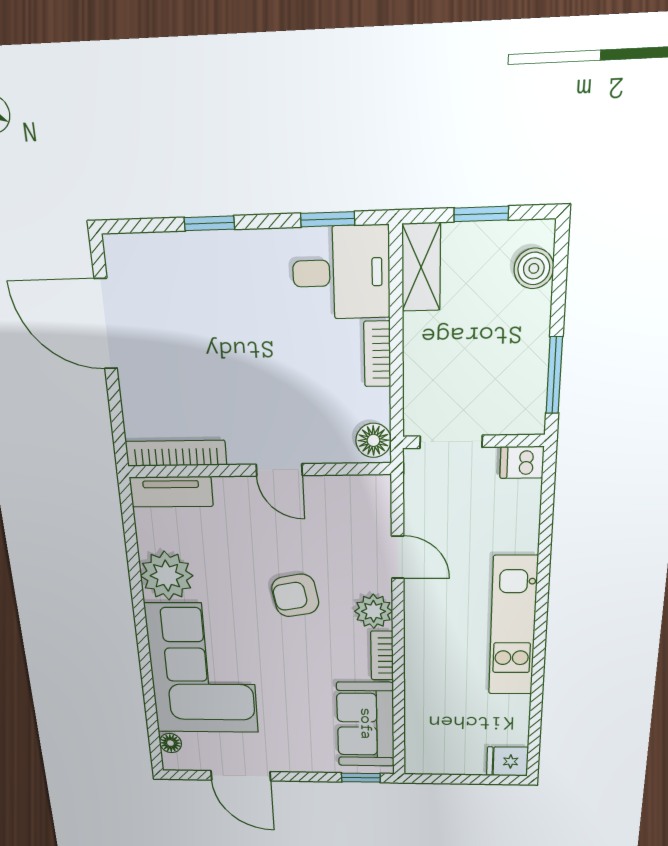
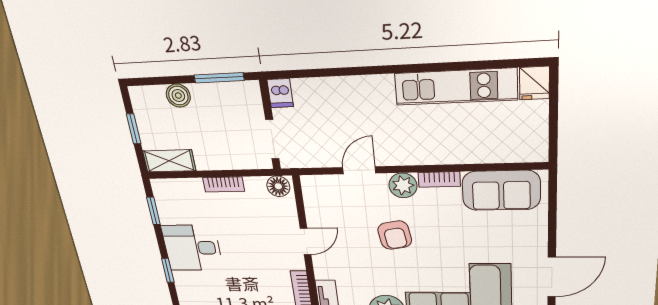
boiler: (534, 268) -> (178, 96), moved
desk: (341, 273) -> (192, 248), moved, turned -90
kitchen unit: (513, 626) -> (456, 87), moved
window: (361, 778) -> (553, 194), removed

